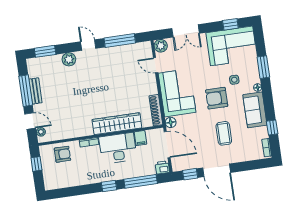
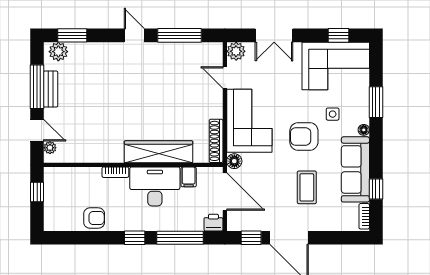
plant: (69, 59) -> (58, 52), moved
sofa: (255, 110) -> (355, 169), width x1.36
armchair: (62, 154) -> (94, 218), moved

